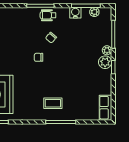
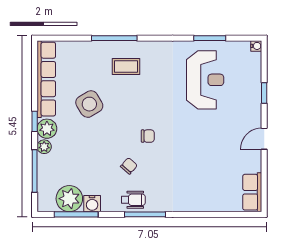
plant: (94, 12) -> (69, 199), width x1.88, depth x1.88
side table: (77, 78) -> (89, 104), added
row of seats: (105, 108) -> (46, 79), width x2.02

